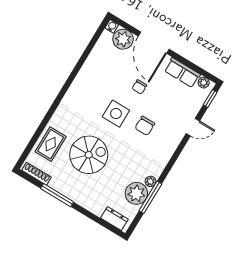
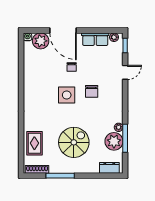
spiral stairs: (89, 155) -> (74, 142), moved

